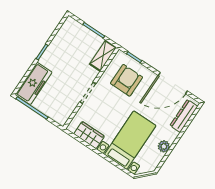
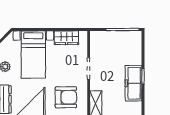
armchair: (127, 80) -> (66, 97), turned -90
freezer: (34, 83) -> (133, 83), moved

